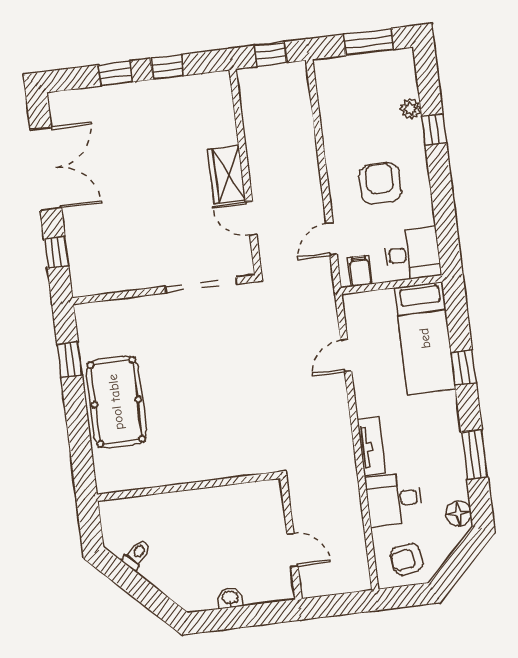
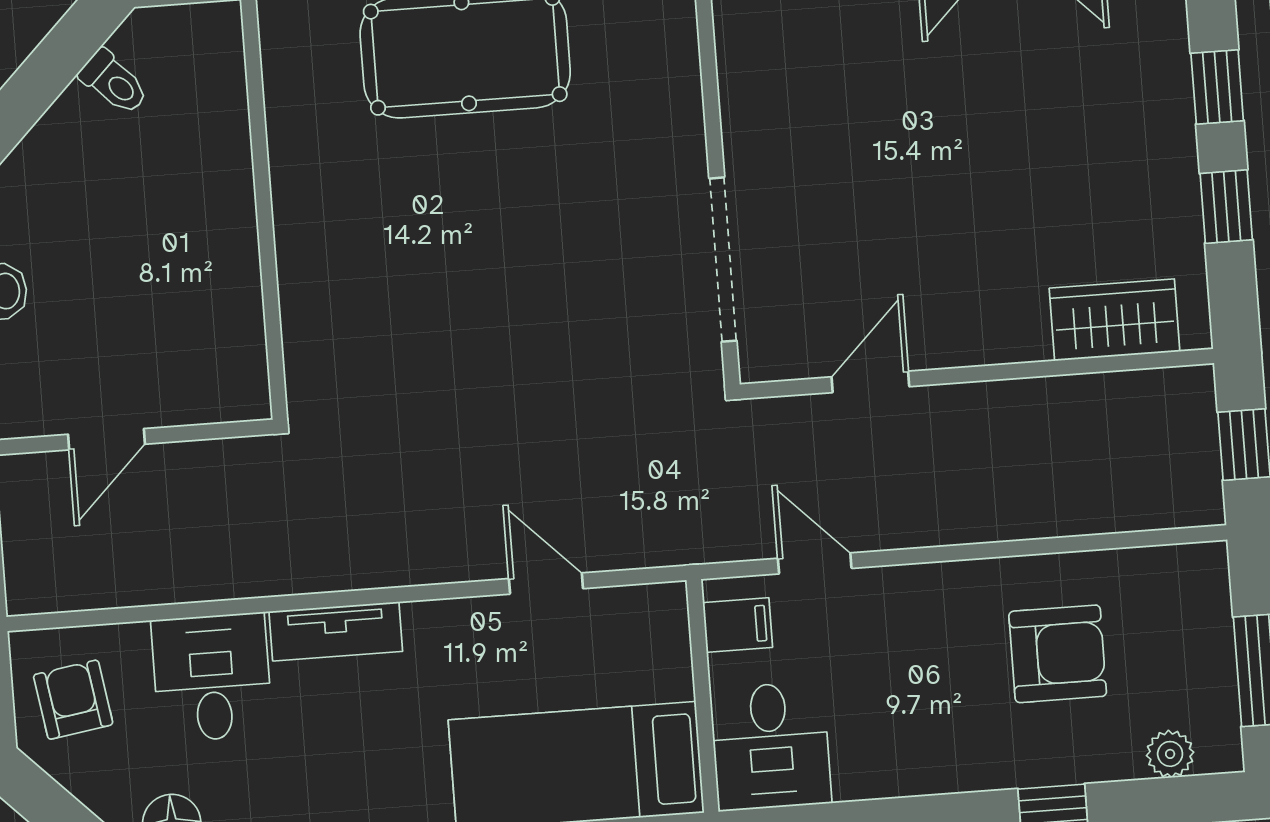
plant: (411, 109) -> (1170, 754), moved
wardrobe: (227, 175) -> (1115, 320), moved
armchair: (380, 183) -> (1058, 654), moved

